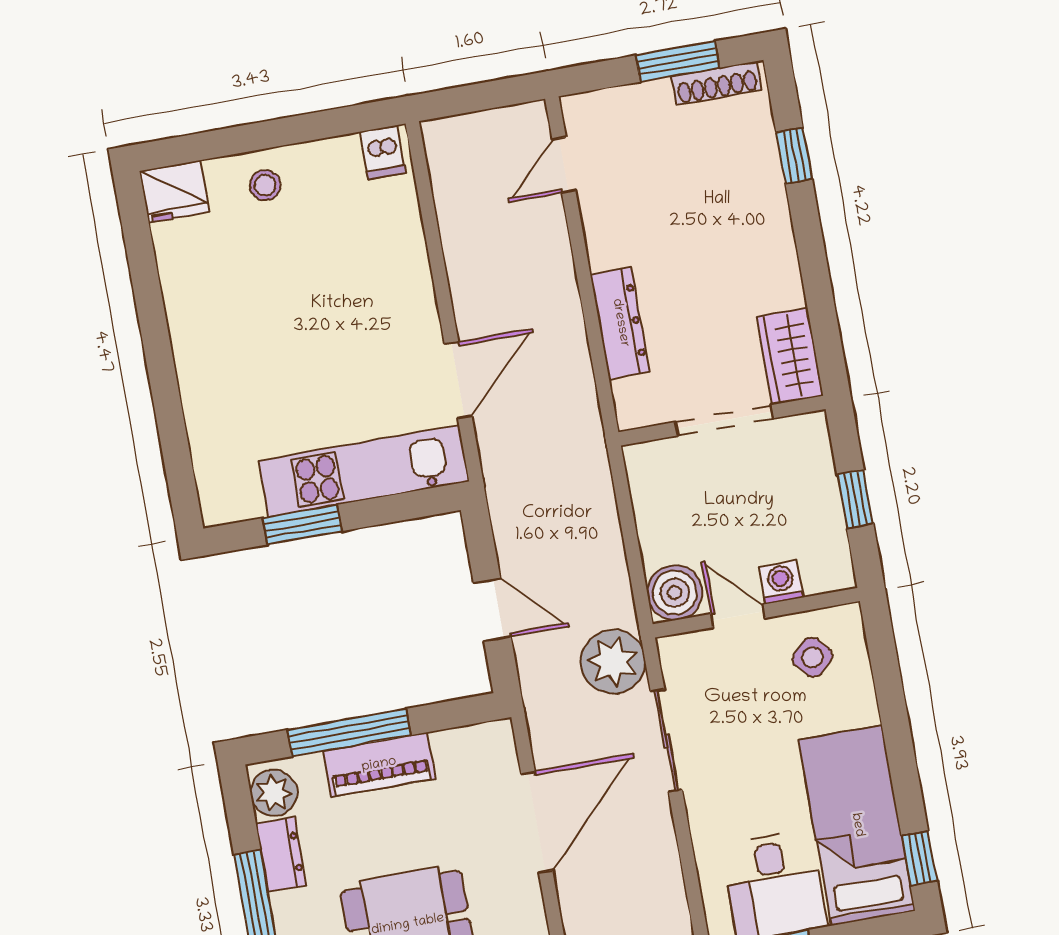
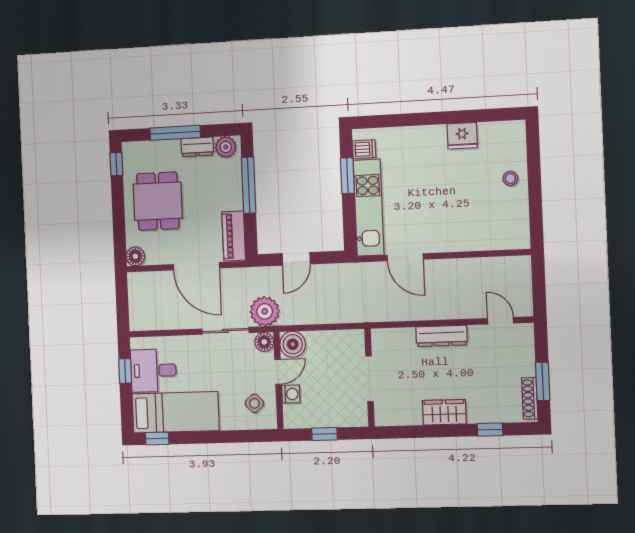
dishwasher: (383, 152) -> (364, 149), moved, turned 180
fridge: (174, 192) -> (462, 136), moved, turned -90
dresser: (620, 323) -> (442, 336), moved
wardrobe: (790, 356) -> (444, 412), moved
floor lamp: (678, 654) -> (264, 342), added
piano: (379, 765) -> (234, 236), moved

